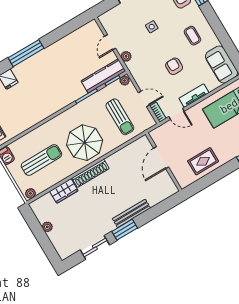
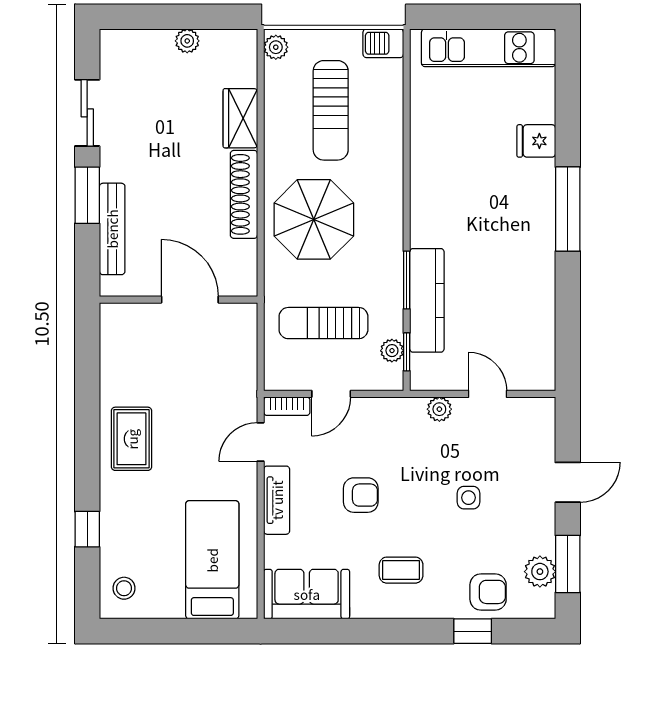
kitchen counter: (103, 76) -> (427, 300), moved
plant: (125, 80) -> (392, 351), moved
door: (161, 158) -> (190, 300), moved
wall: (164, 162) -> (178, 300), moved

